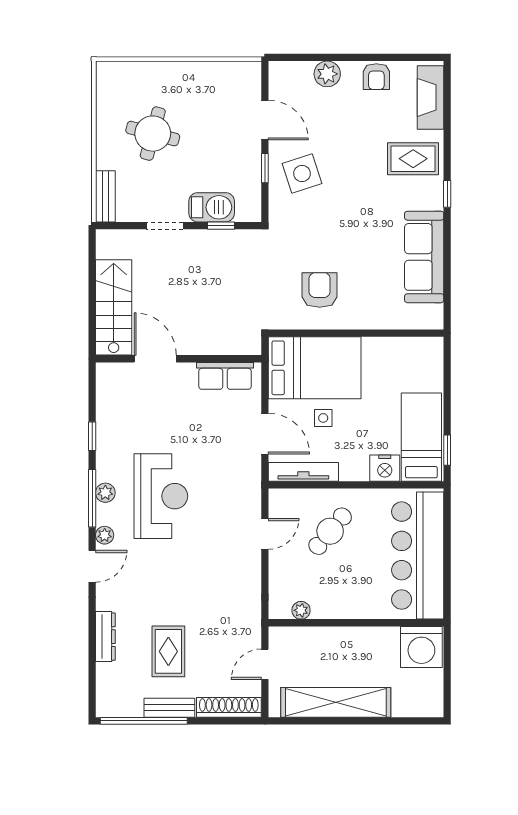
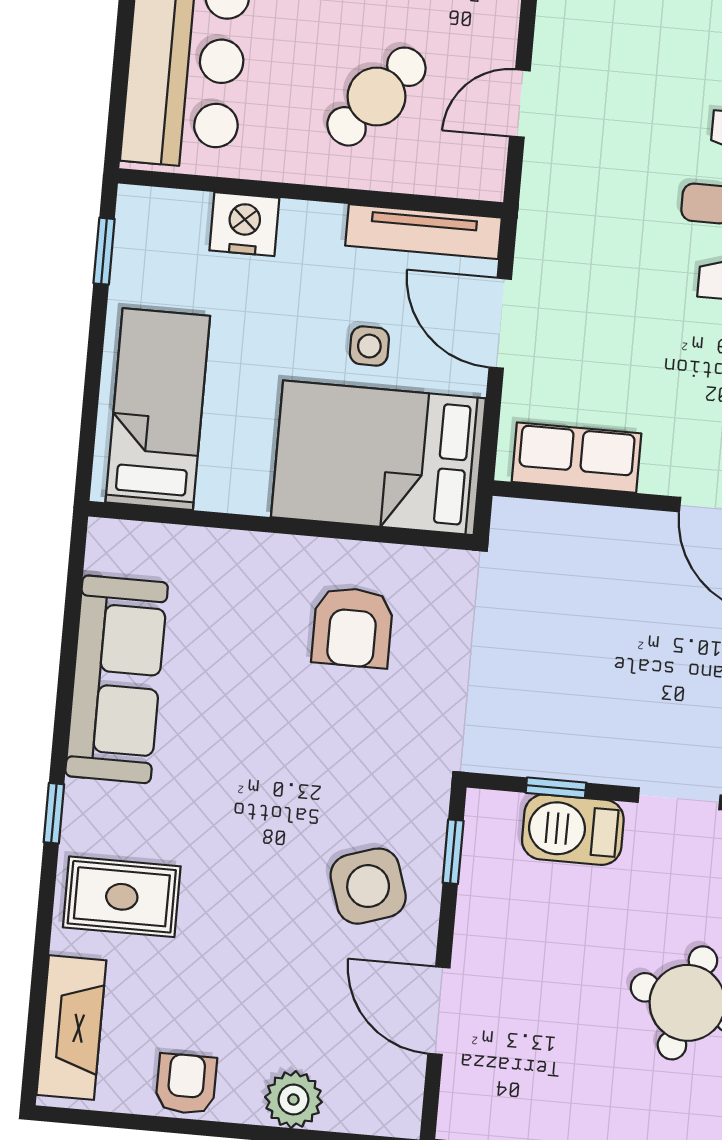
window: (265, 168) -> (453, 852), moved
bed: (421, 437) -> (158, 409), moved, turned 180

